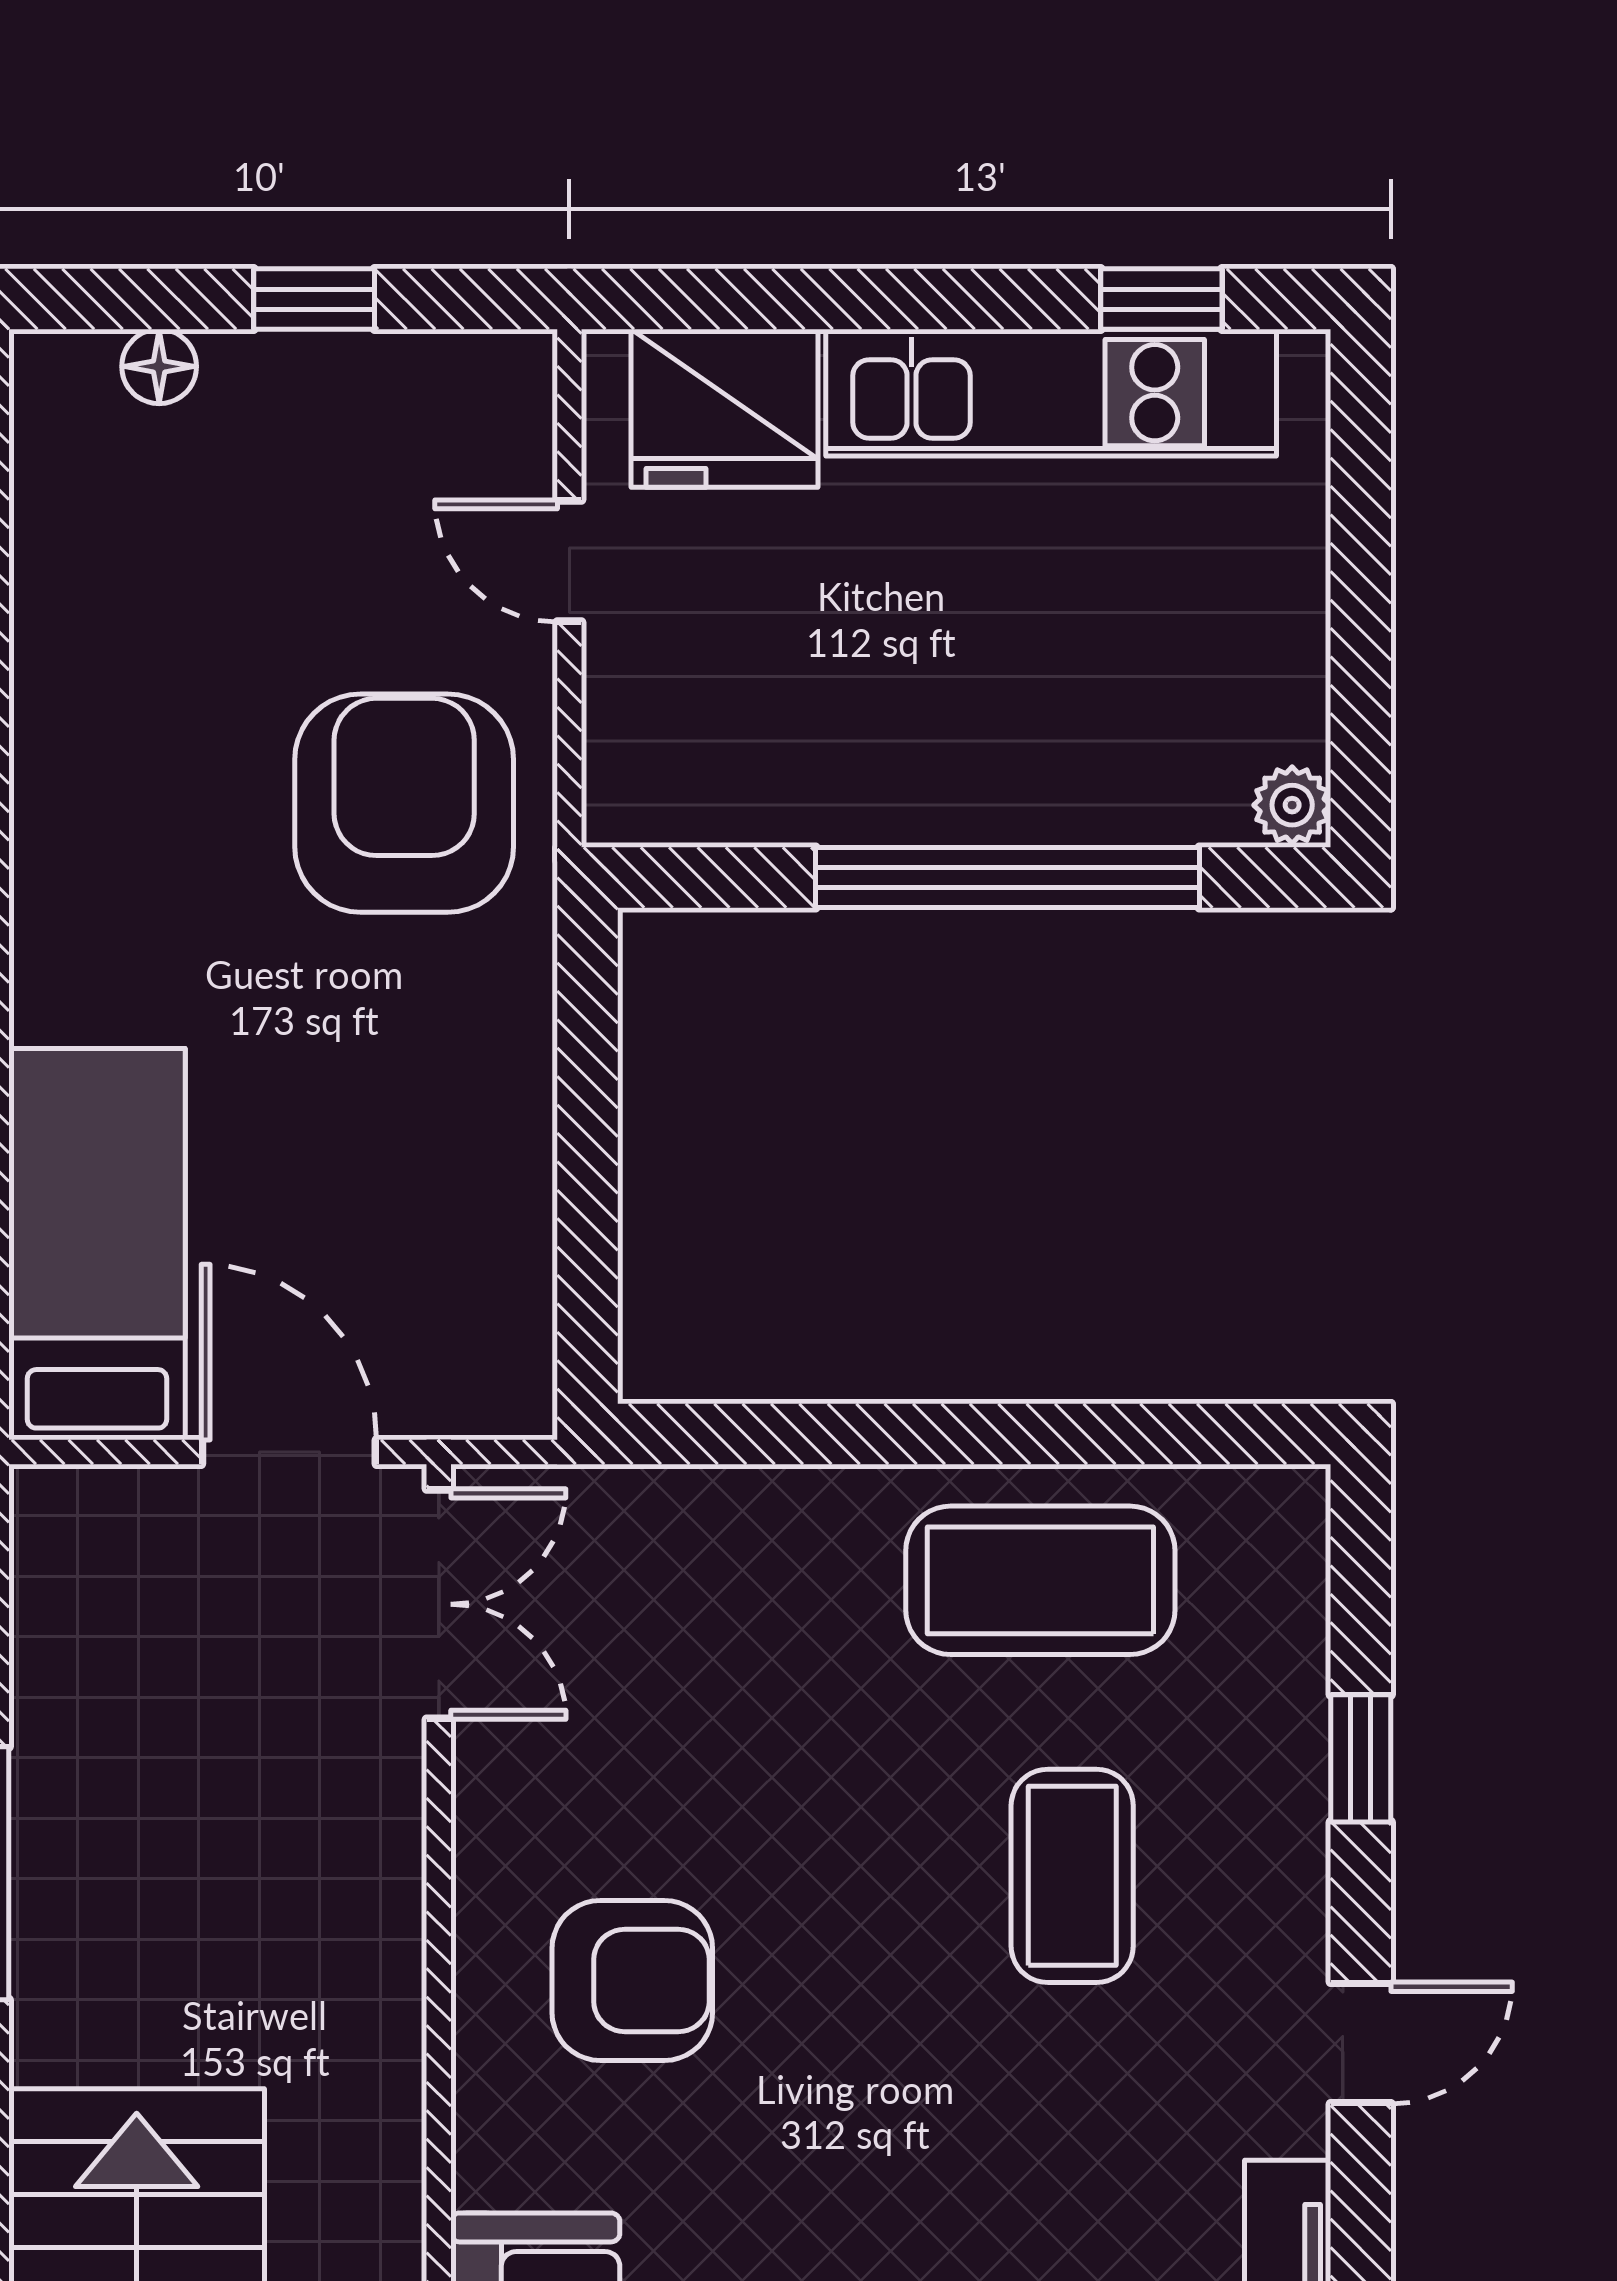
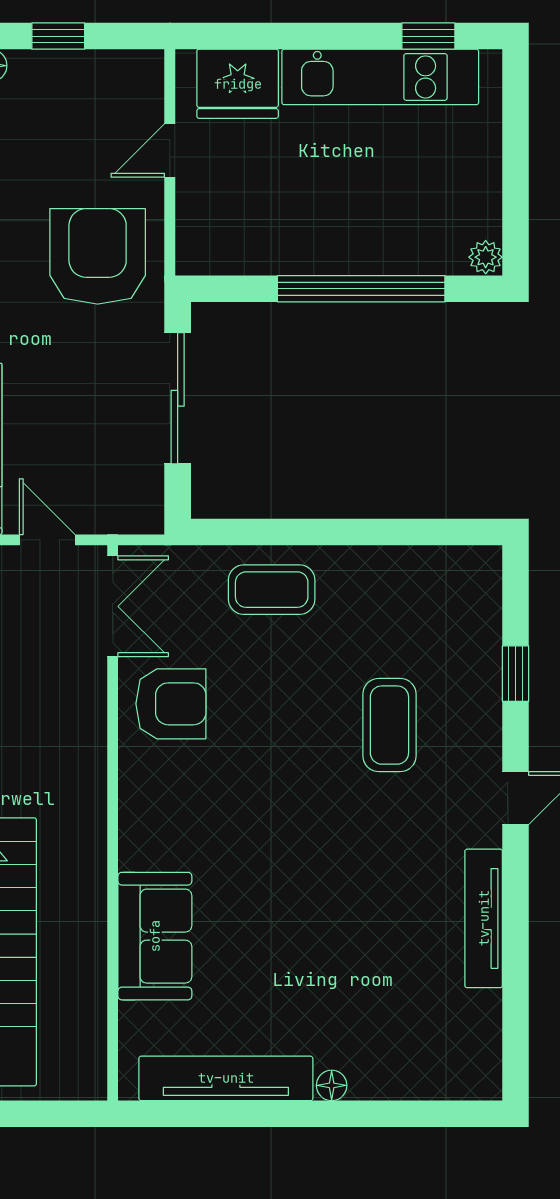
door: (569, 561) -> (170, 151), hinge flipped
sliding door: (587, 1128) -> (178, 398), added
door: (289, 1452) -> (47, 540), width x0.73
coffee table: (1040, 1580) -> (272, 590), moved, width x0.73, depth x0.76
armchair: (632, 1980) -> (171, 704), moved

